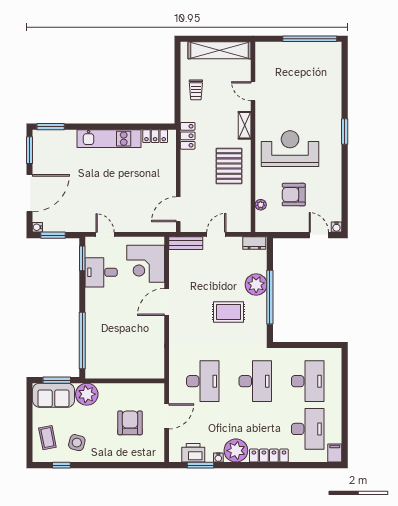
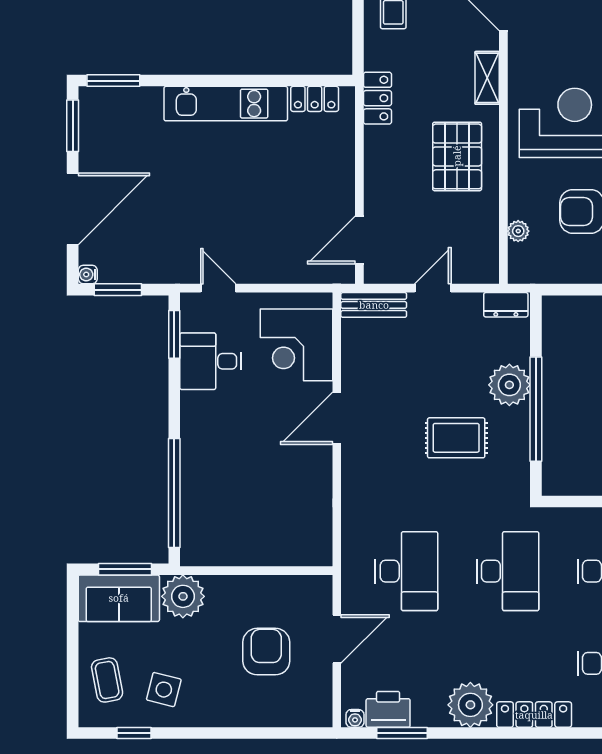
water cooler: (218, 458) -> (355, 718), moved

